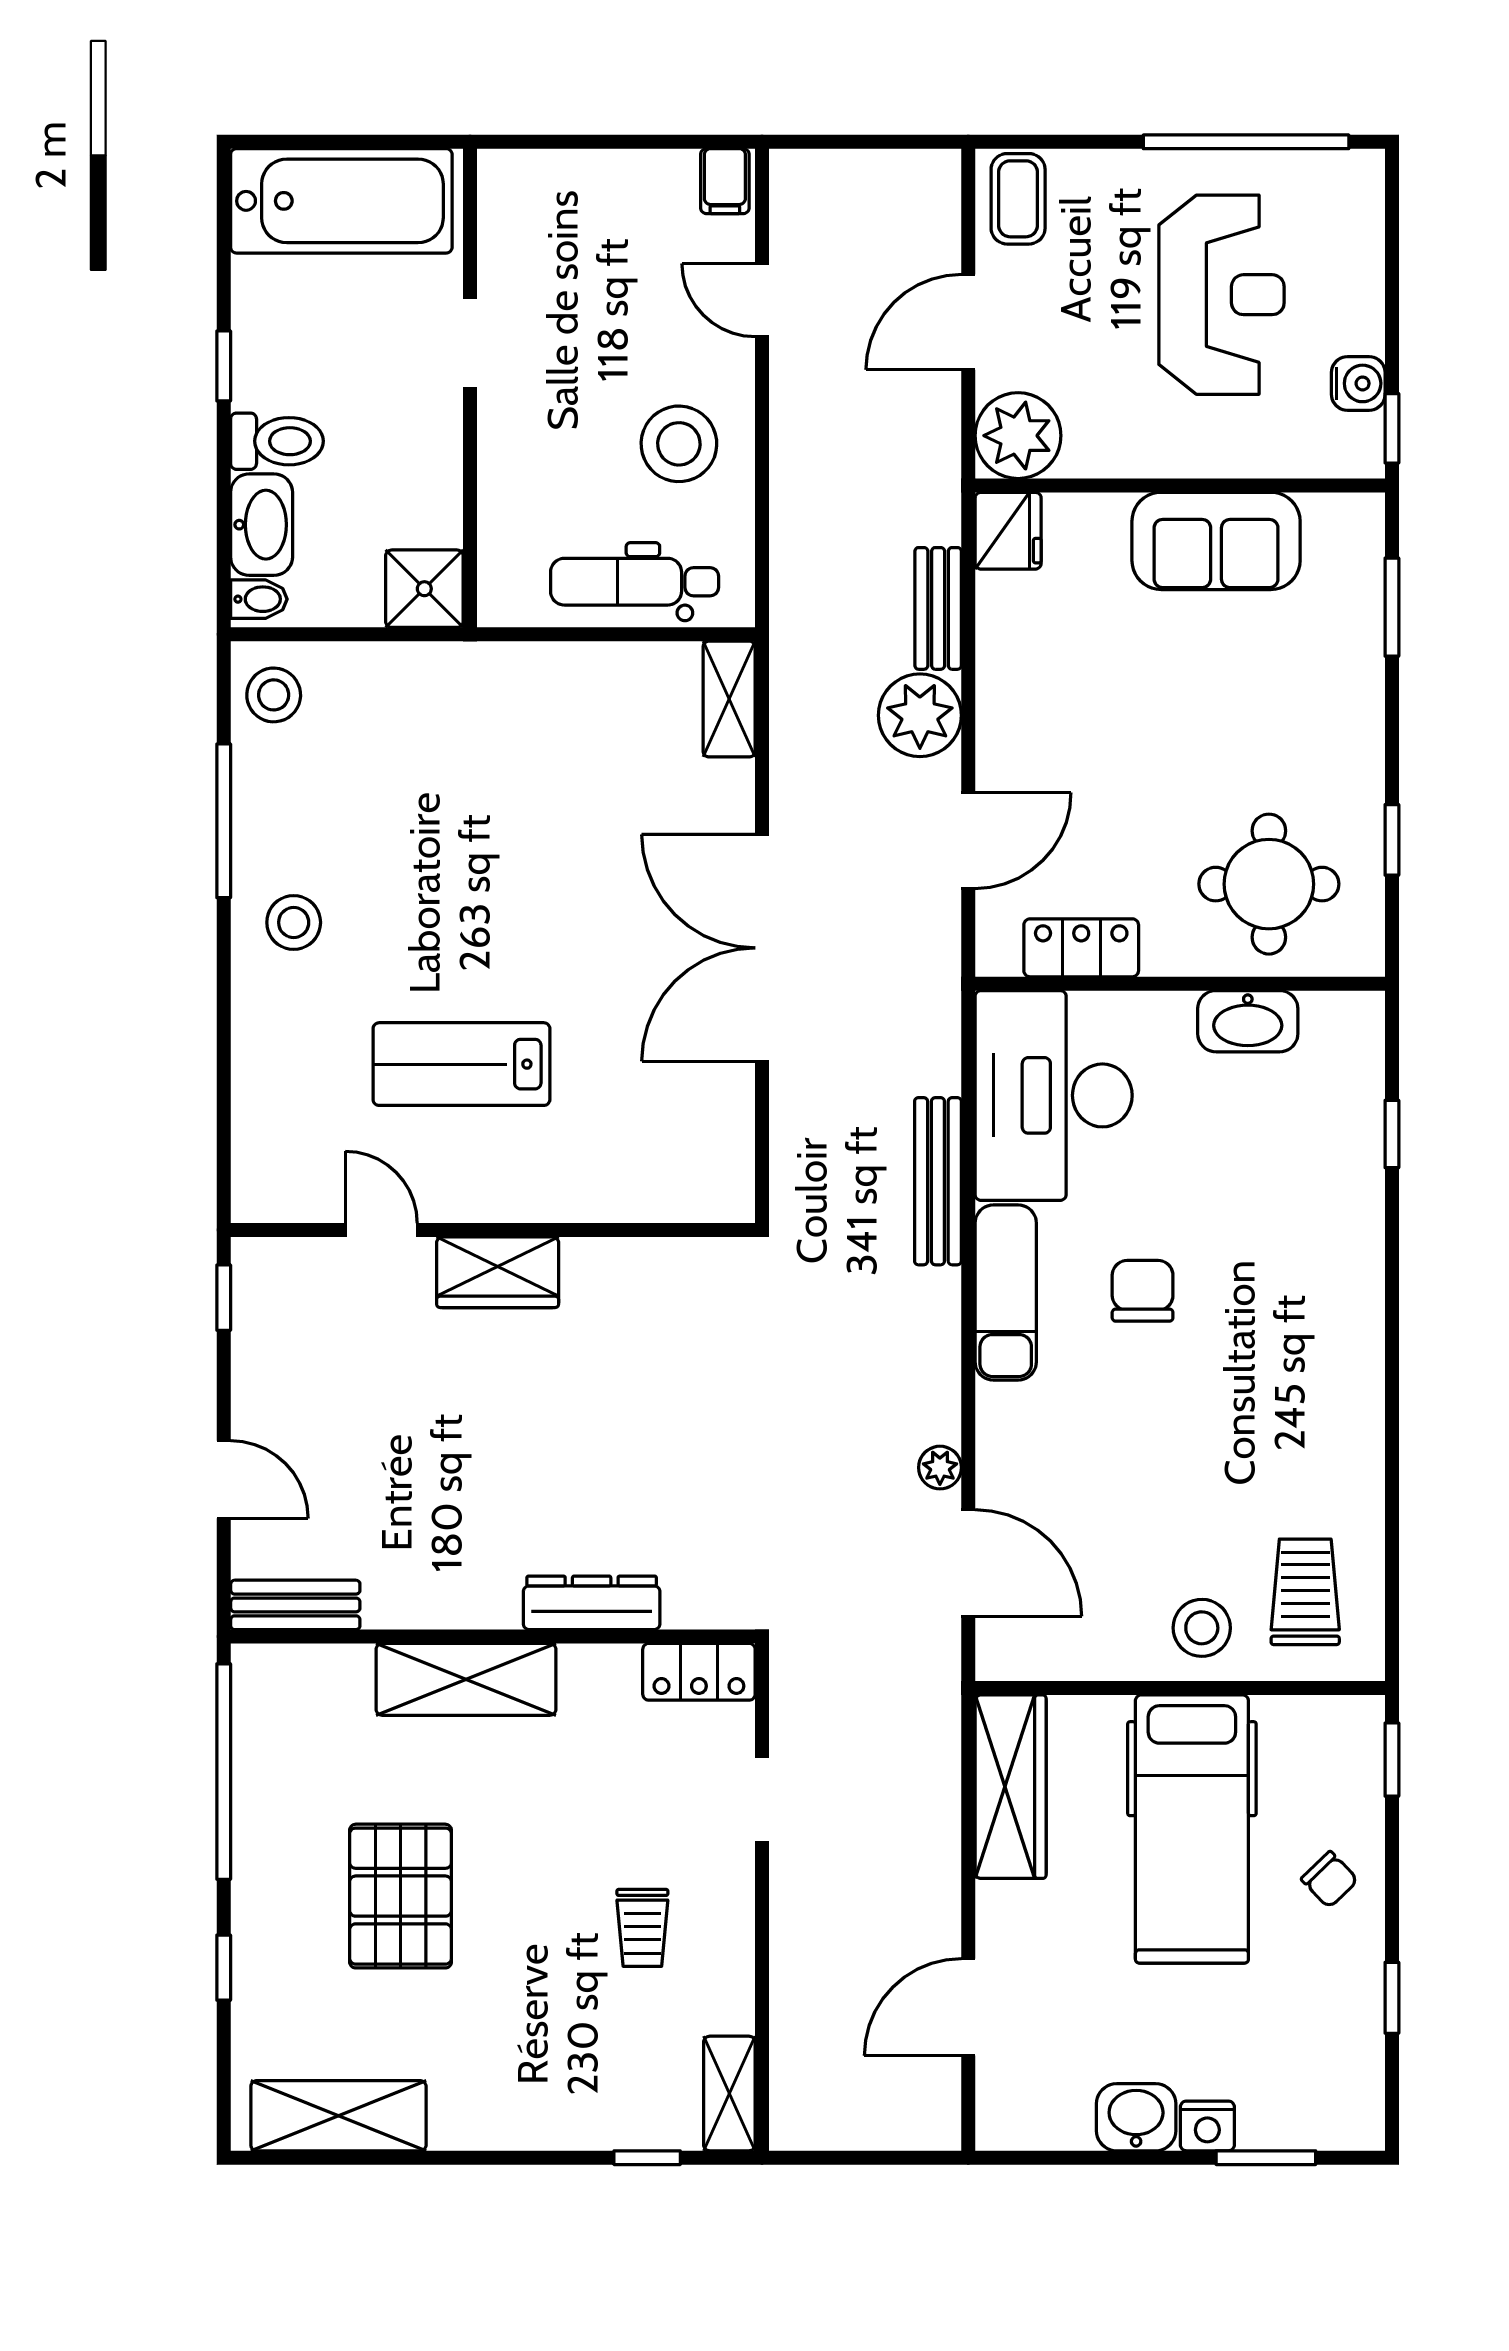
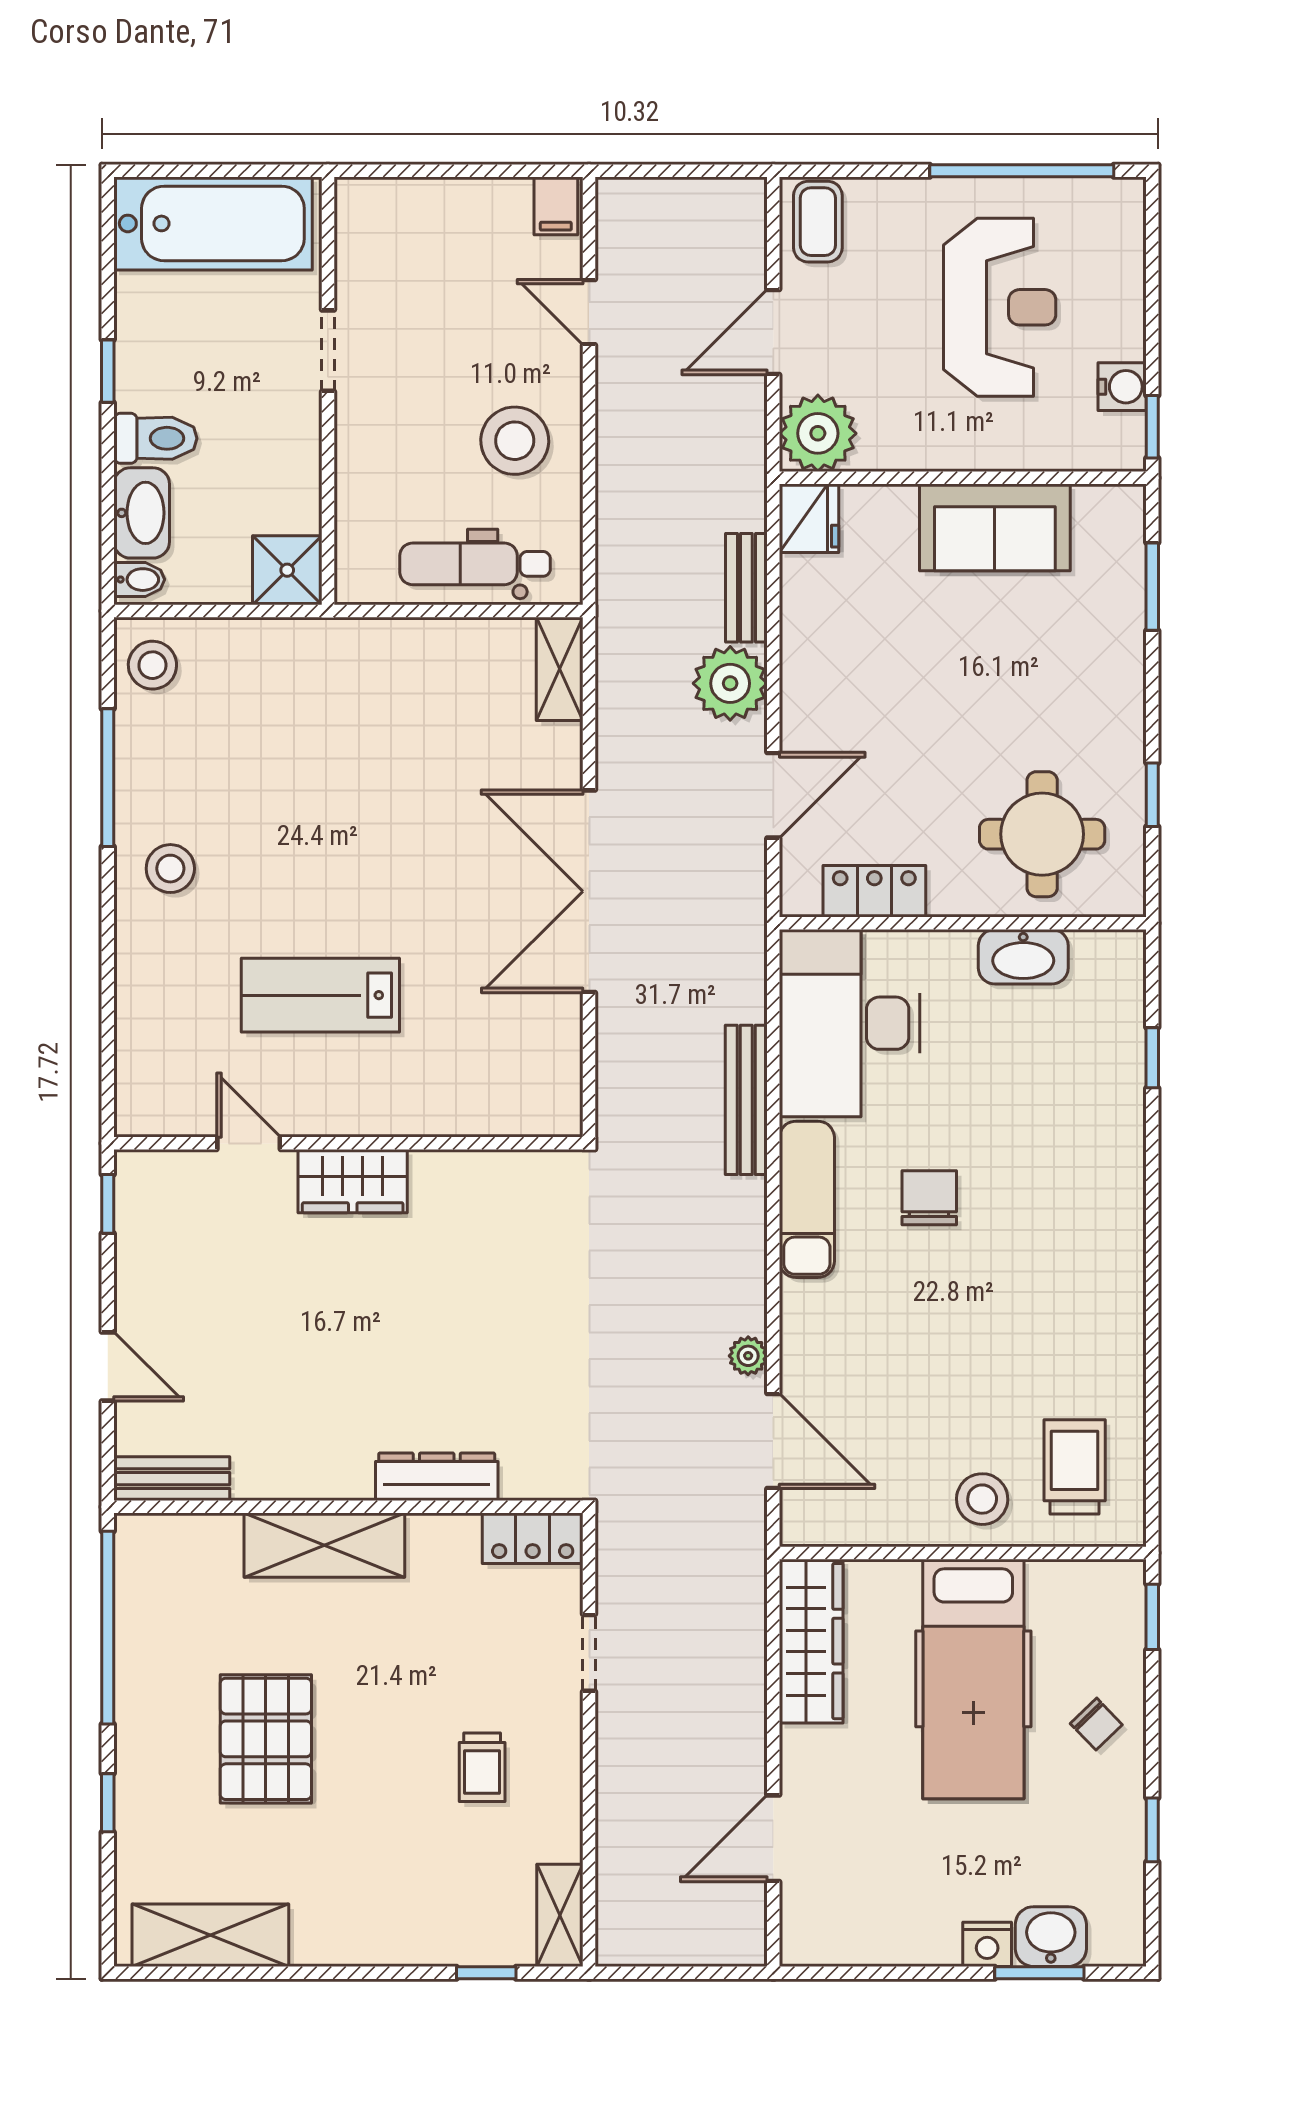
washbasin: (1136, 2117) -> (1051, 1937), moved

